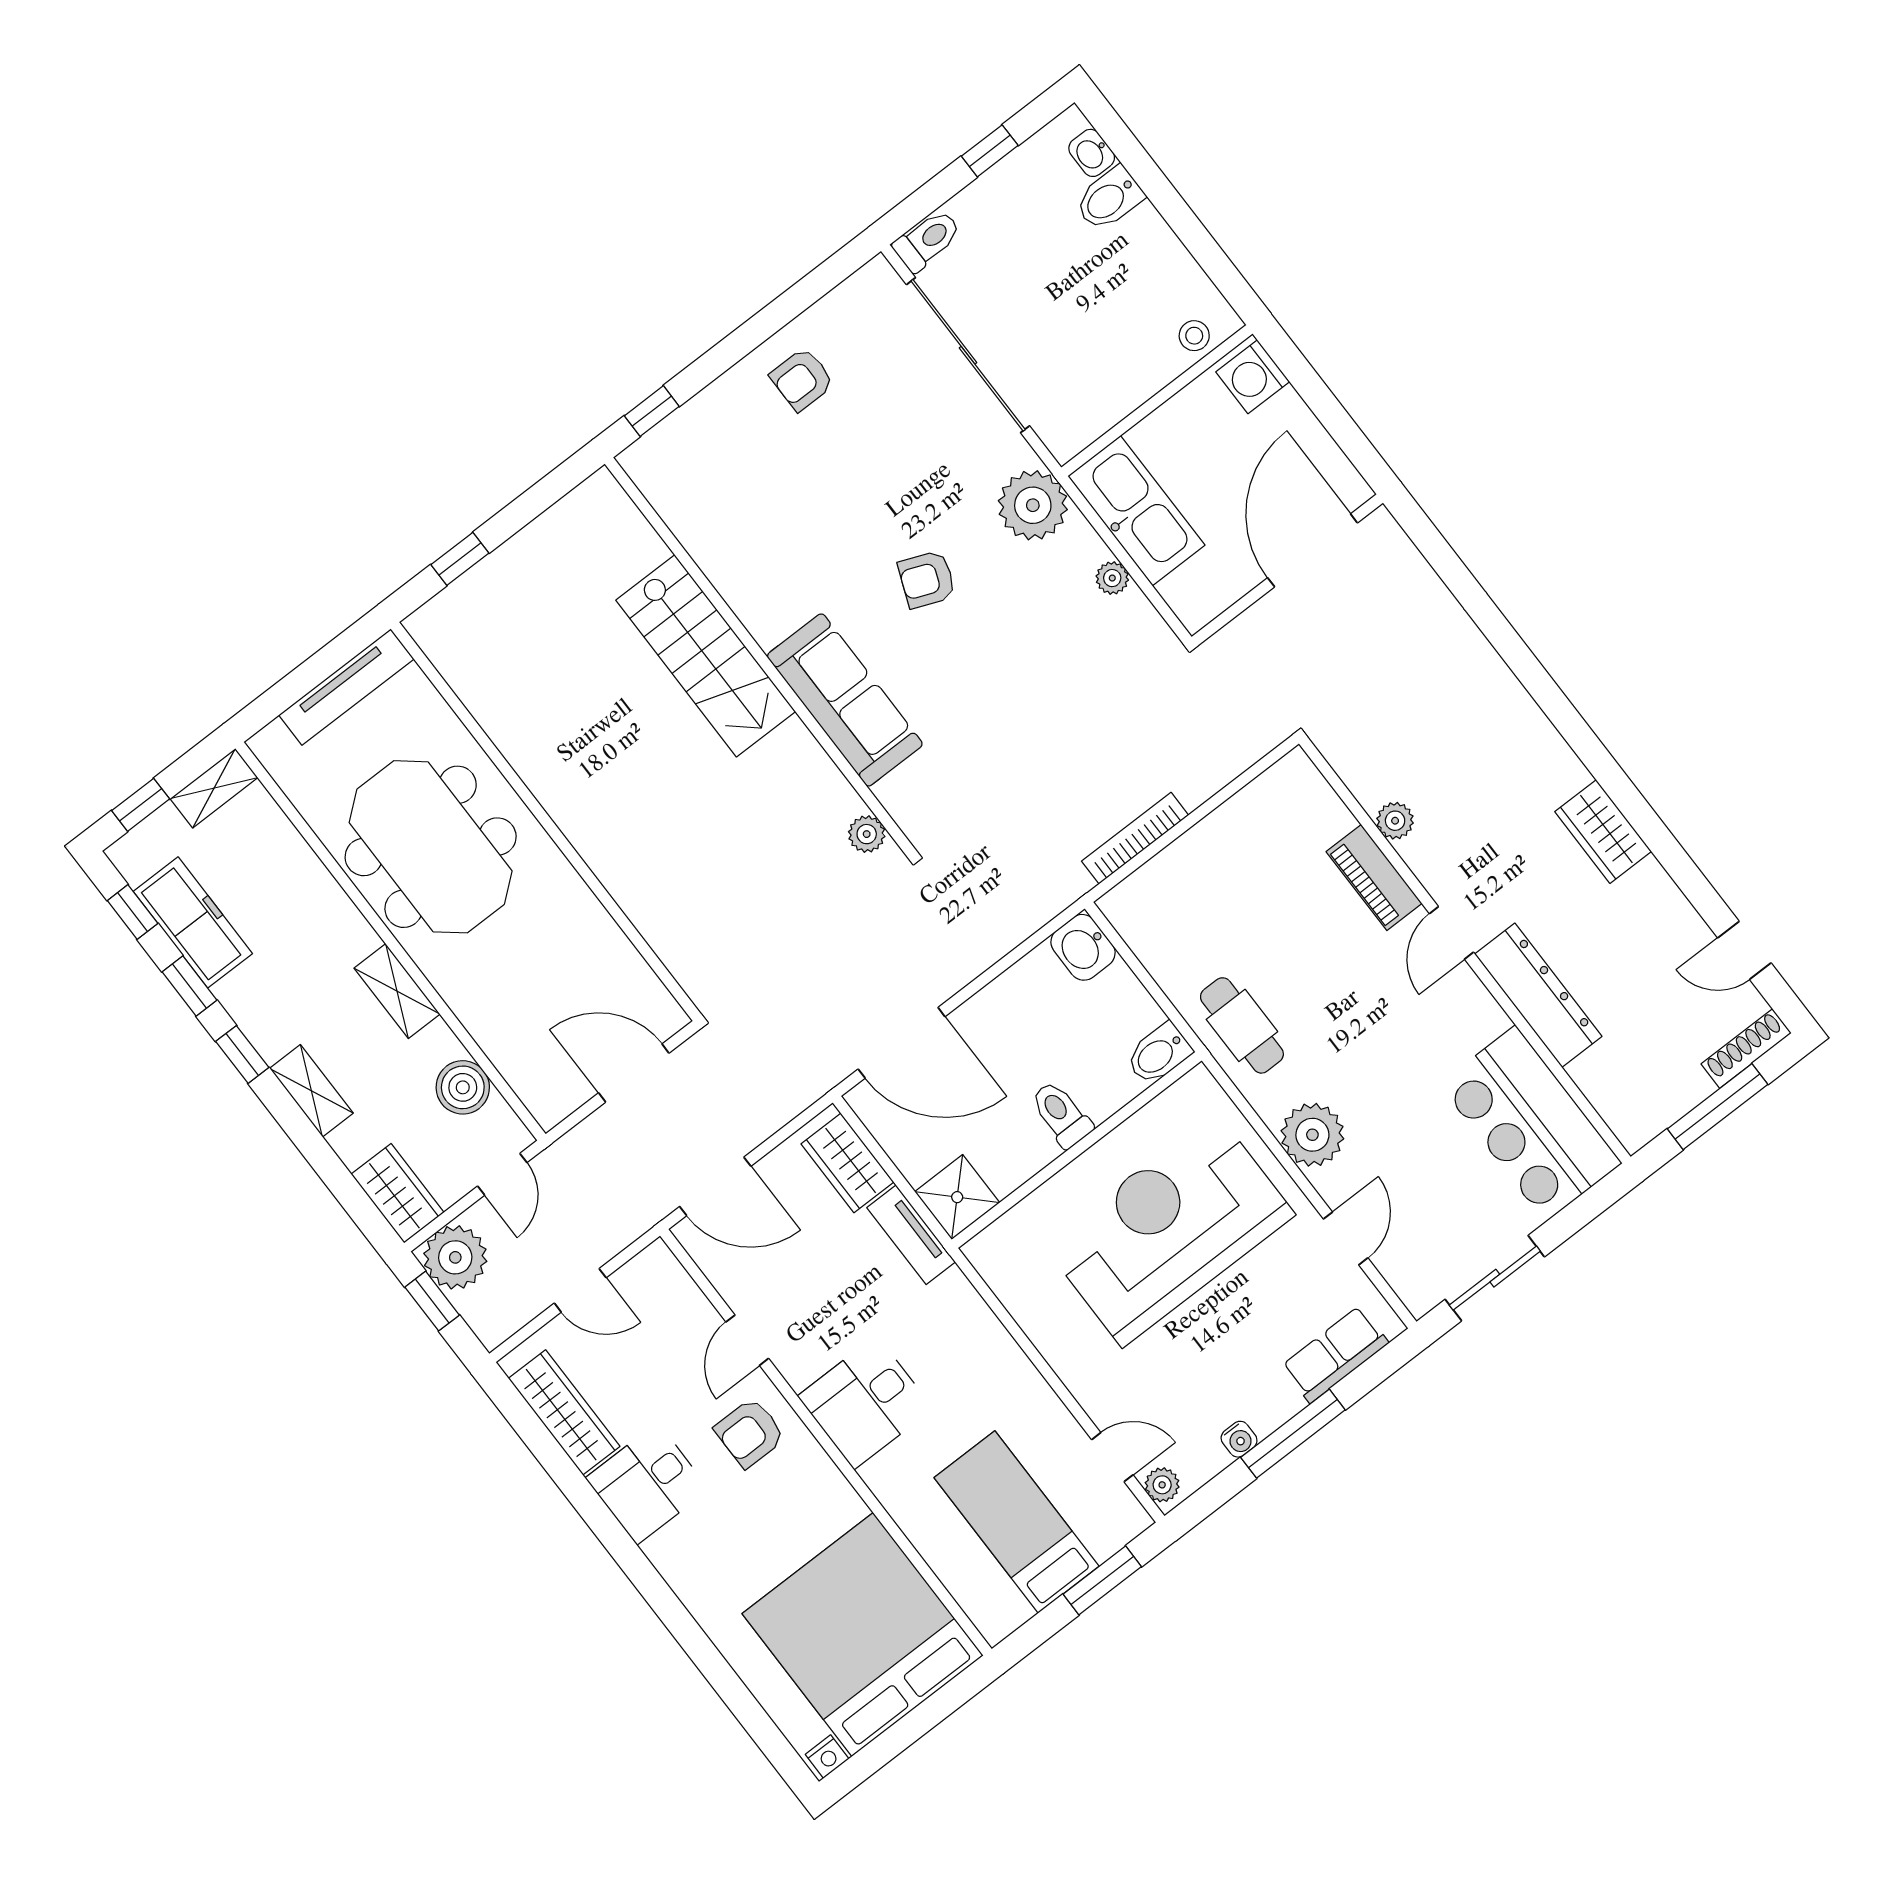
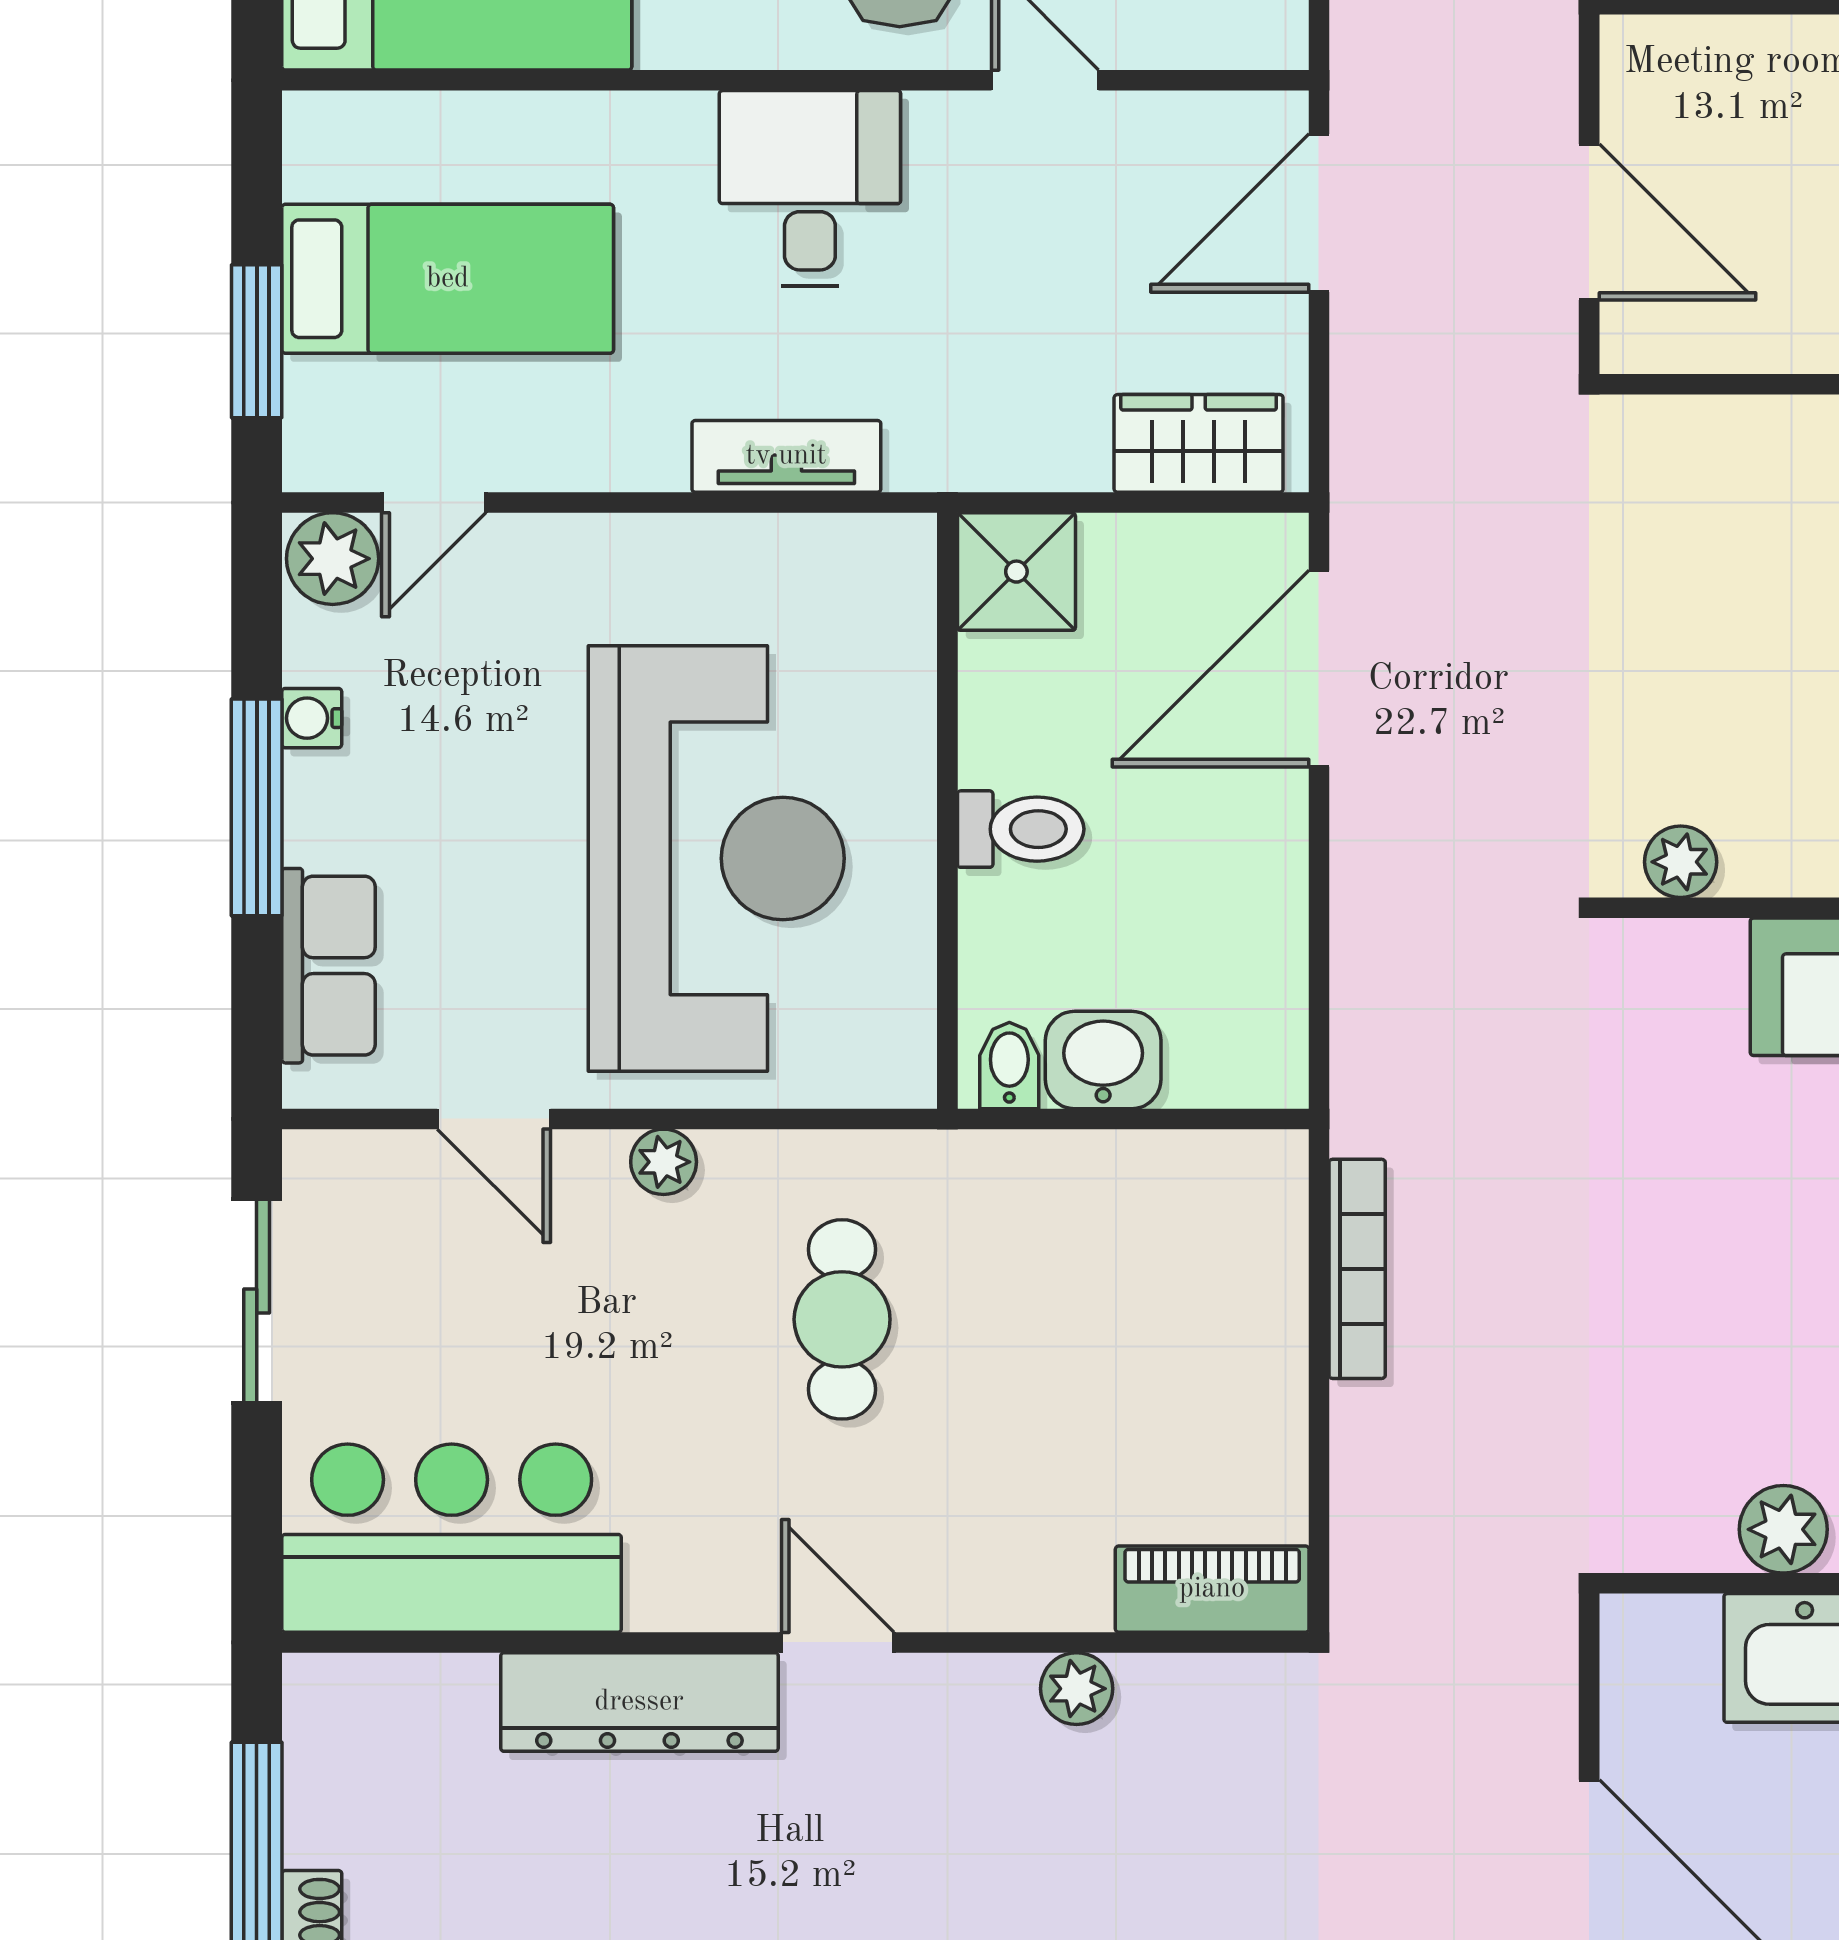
plant: (1112, 578) -> (1783, 1529), width x1.38, depth x1.38
piano: (1374, 878) -> (1212, 1589), moved
washbasin: (1083, 947) -> (1103, 1060), moved
cafe table: (1242, 1025) -> (842, 1319), moved, turned 90
bidet: (1159, 1054) -> (1009, 1066), width x0.72, depth x0.74
door: (634, 1073) -> (1589, 222), hinge flipped
plant: (1312, 1135) -> (664, 1162), width x0.53, depth x0.53
tv unit: (911, 1235) -> (786, 456), moved
plant: (1162, 1485) -> (333, 559), width x1.38, depth x1.38

